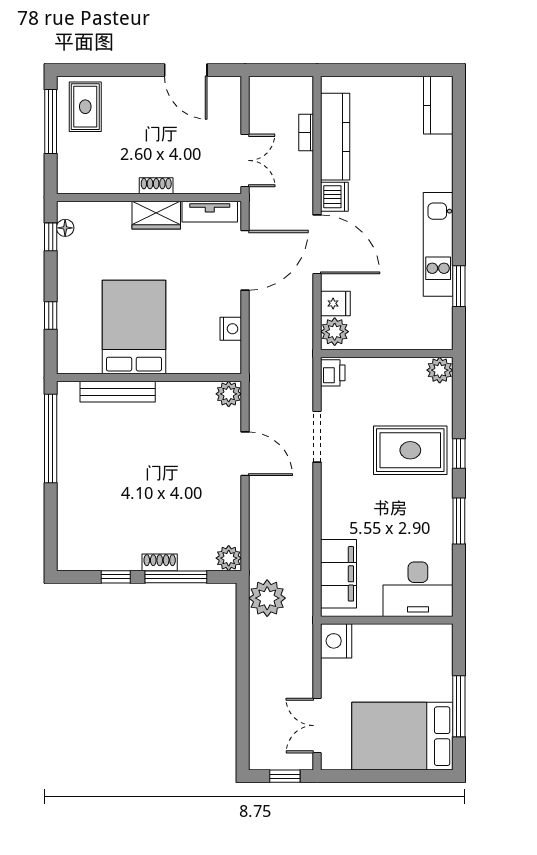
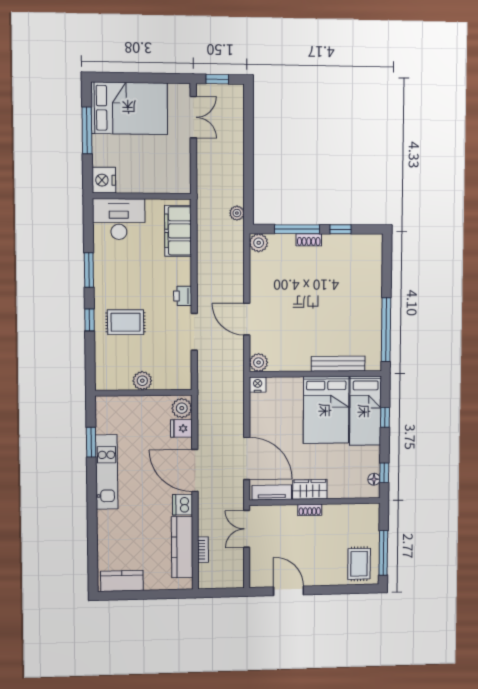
kitchen counter: (438, 105) -> (122, 581), moved, turned -90
door: (245, 260) -> (247, 458), swing flipped
bed: (78, 325) -> (365, 411), added
nightstand: (231, 329) -> (258, 385), moved, turned 90
plant: (440, 370) -> (142, 381), moved
printer: (333, 373) -> (183, 296), moved
rug: (410, 450) -> (126, 322), width x0.73, depth x0.70
plant: (267, 598) -> (237, 213), width x0.53, depth x0.53
nightstand: (336, 641) -> (104, 180), moved, turned 180

